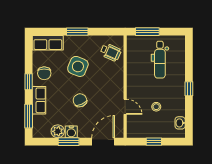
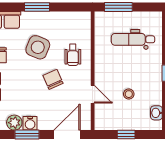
wheelchair: (111, 52) -> (73, 55), moved, turned 66
dental chair: (160, 60) -> (133, 39), turned 90
chair: (80, 100) -> (53, 79), moved

